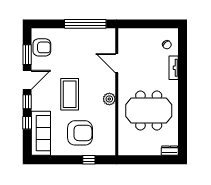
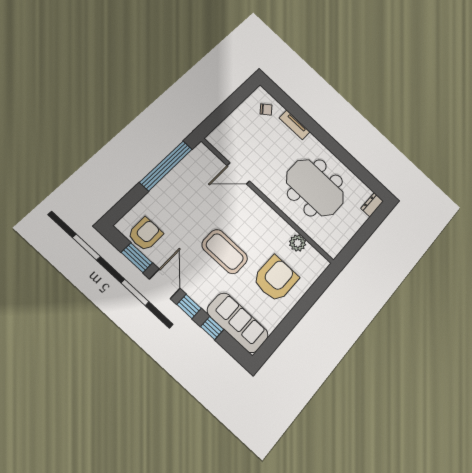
plant: (109, 99) -> (298, 243), moved
meeting table: (149, 111) -> (315, 188), turned 90
window: (89, 160) -> (312, 295), removed

